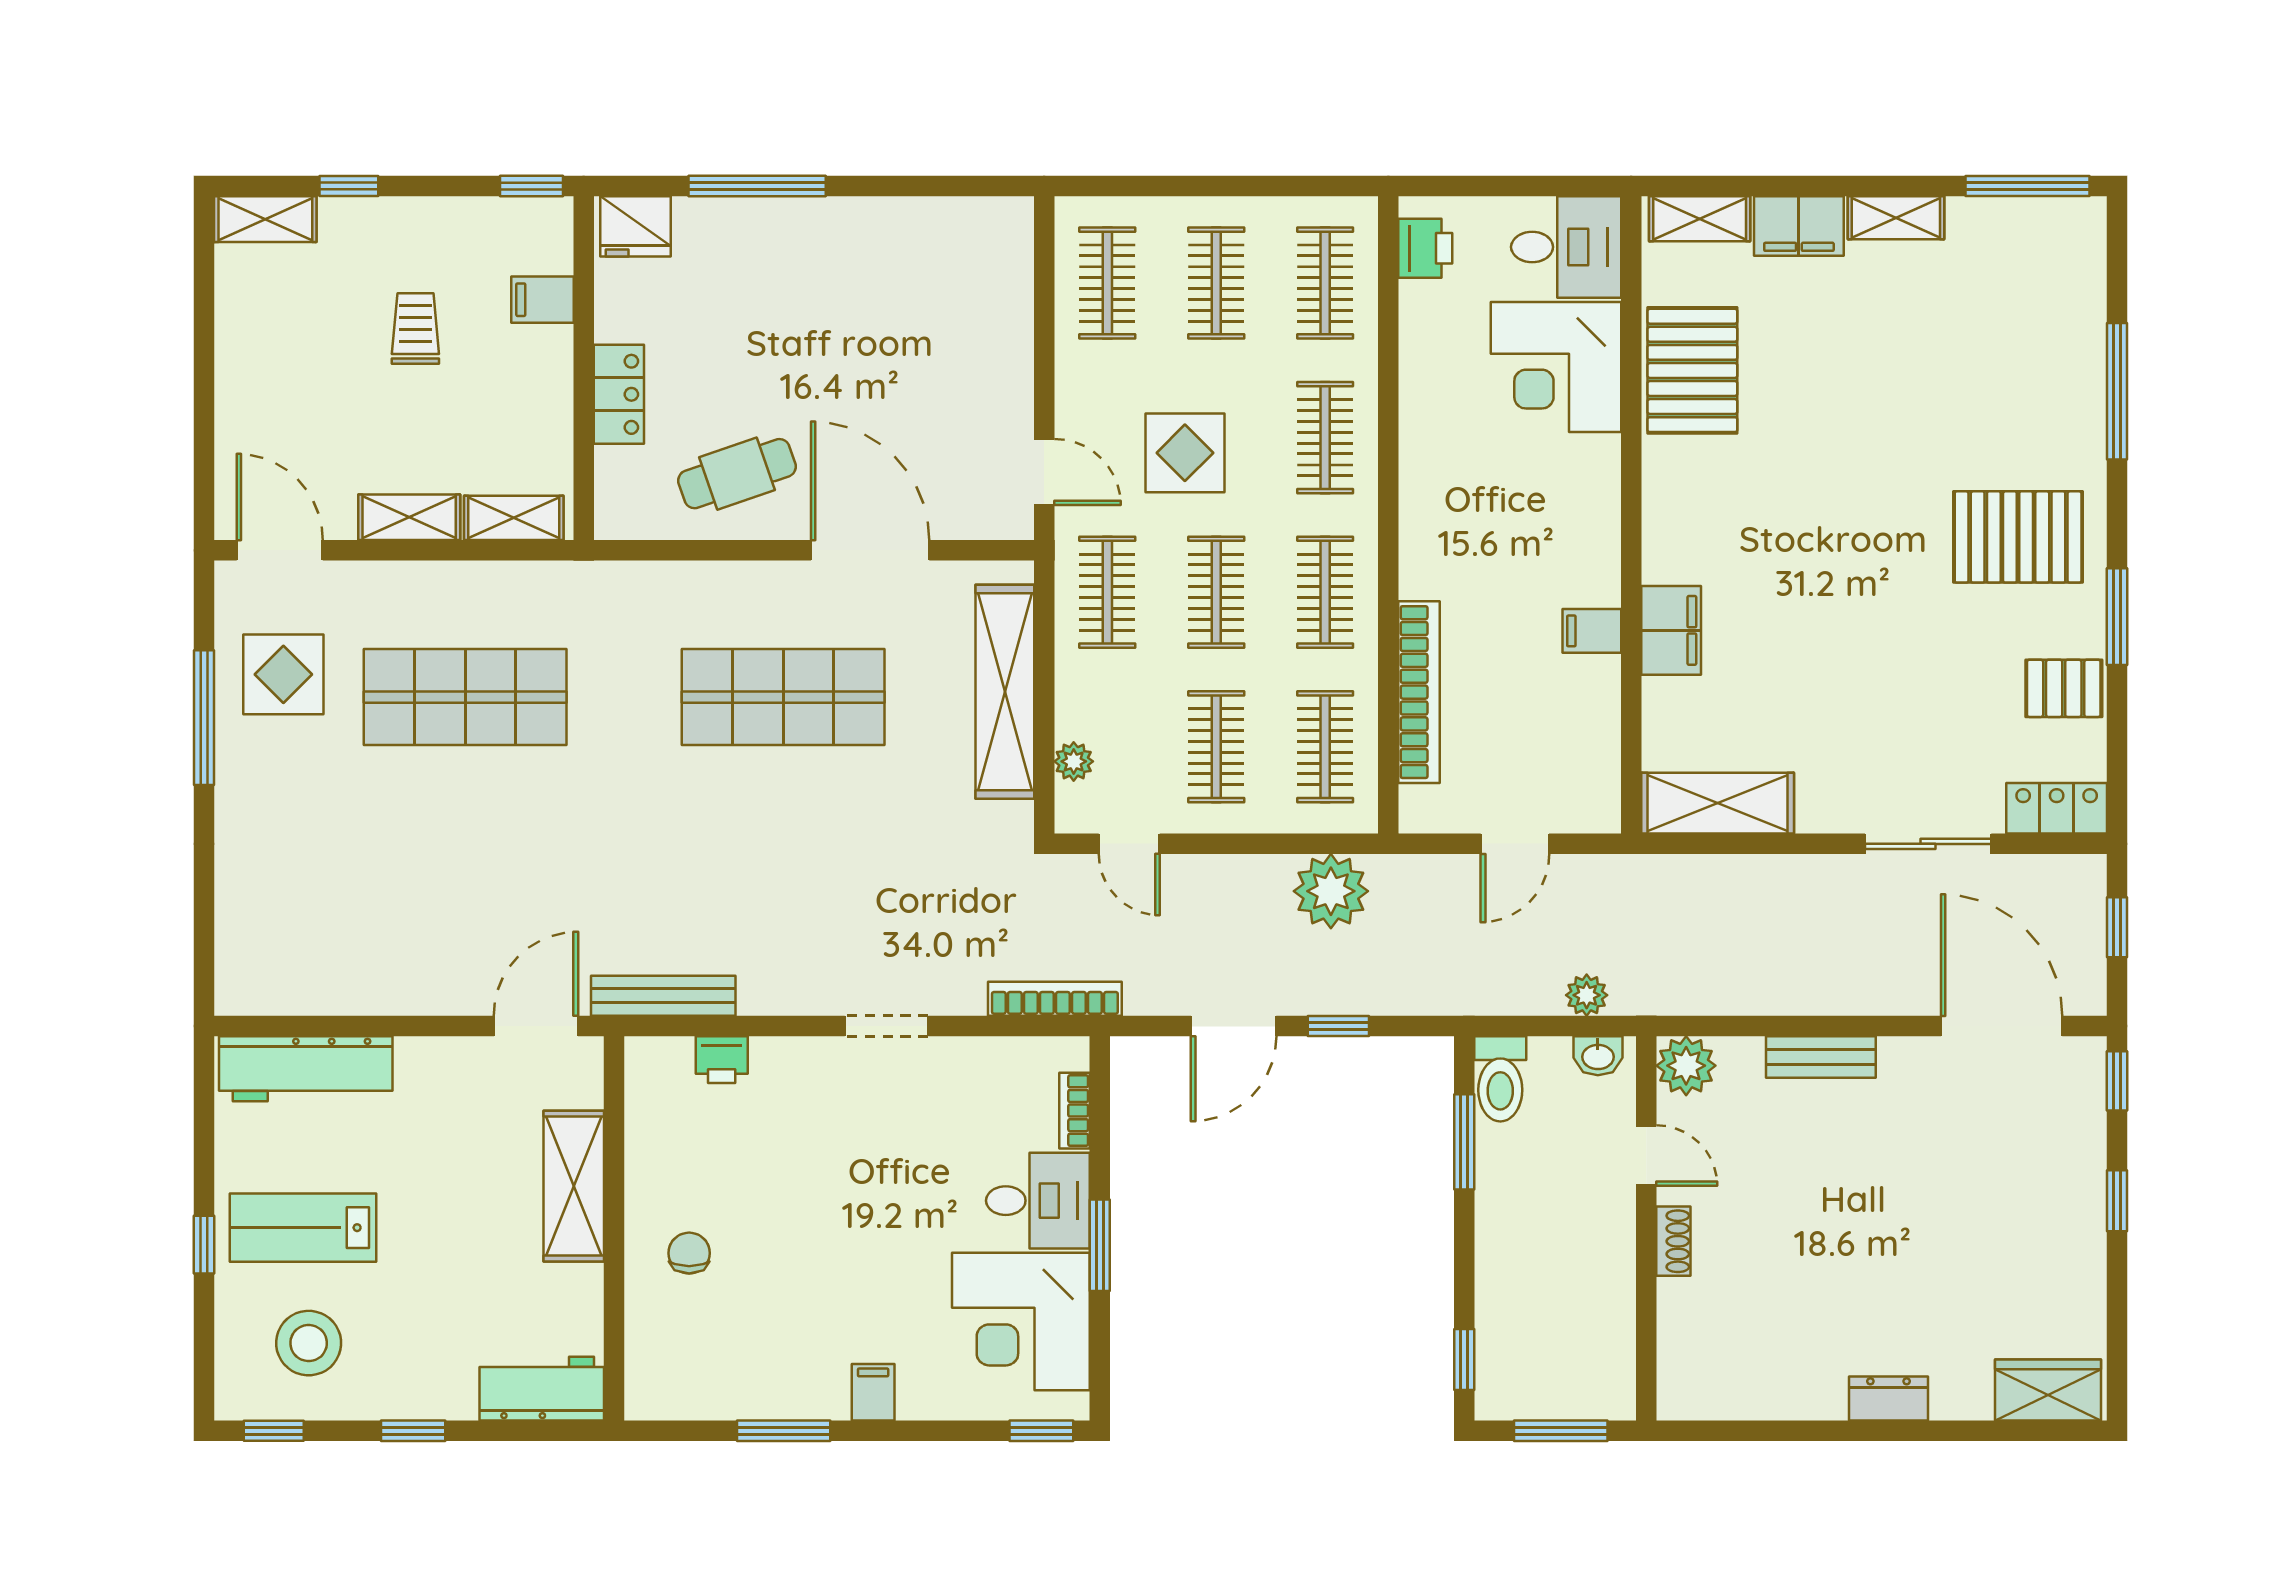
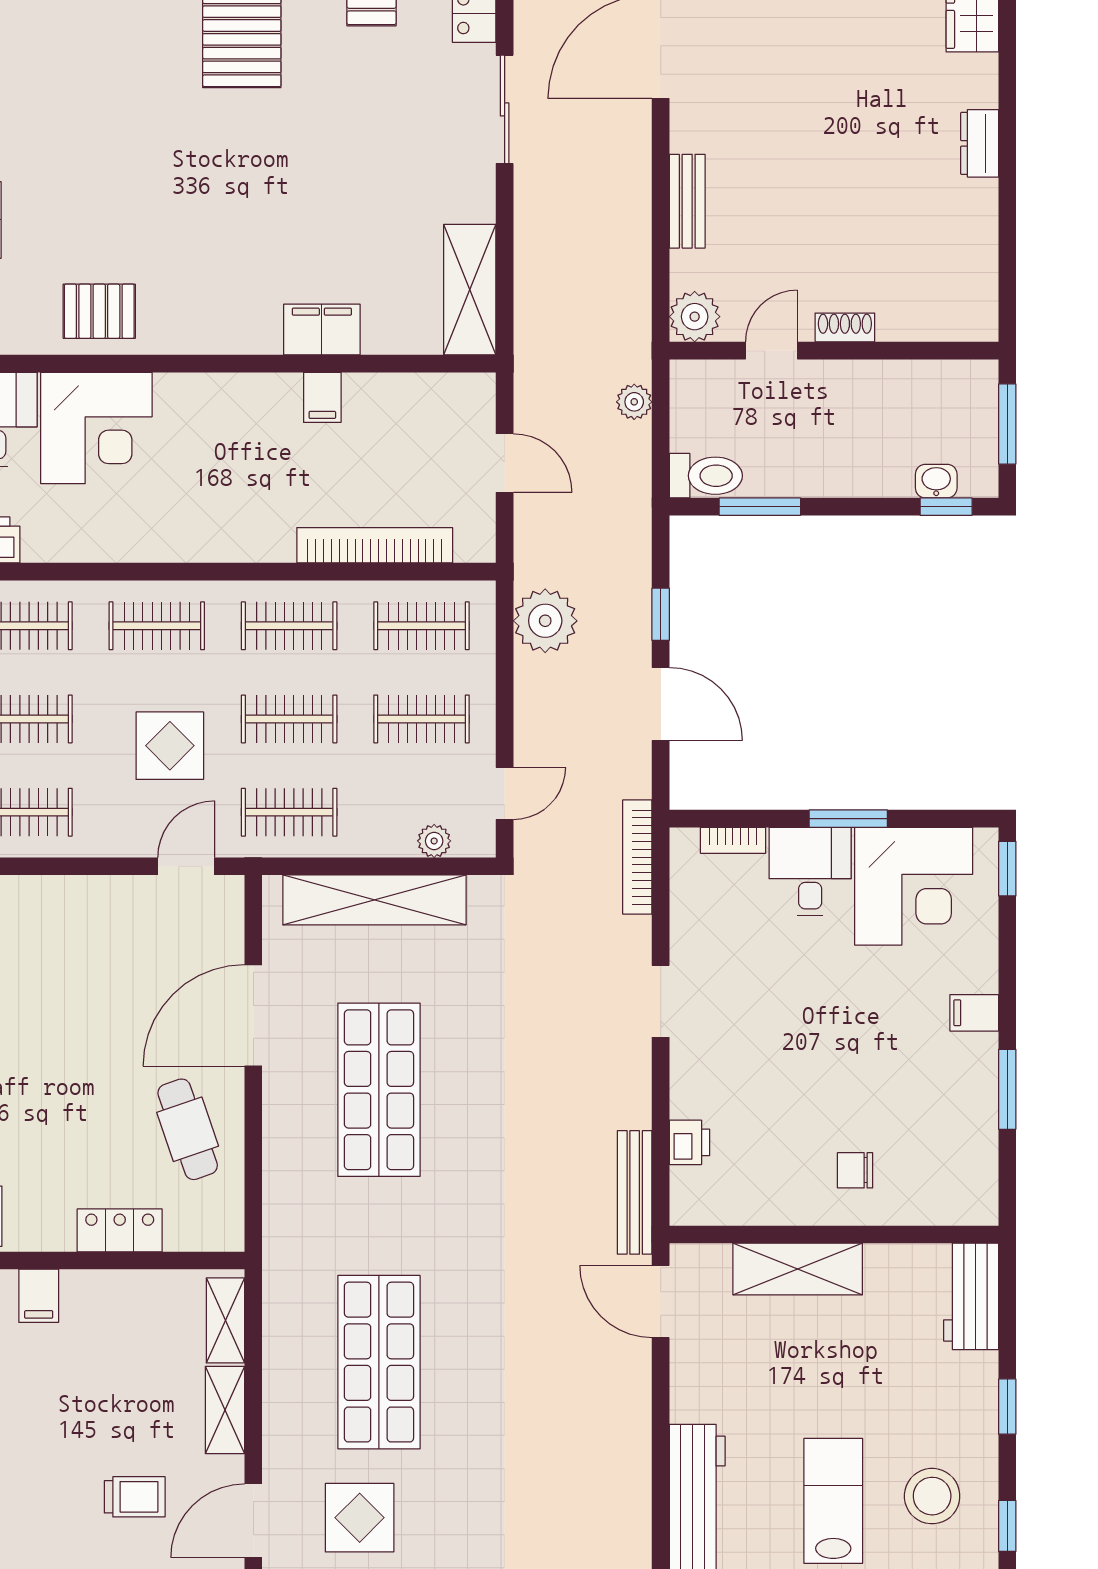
trolley: (415, 329) -> (135, 1497), moved, turned 180
pallet: (1692, 370) -> (99, 311), width x0.67, depth x0.71
washbasin: (1598, 1056) -> (936, 481), moved, turned -90
lab bench: (303, 1228) -> (833, 1501), turned 180

